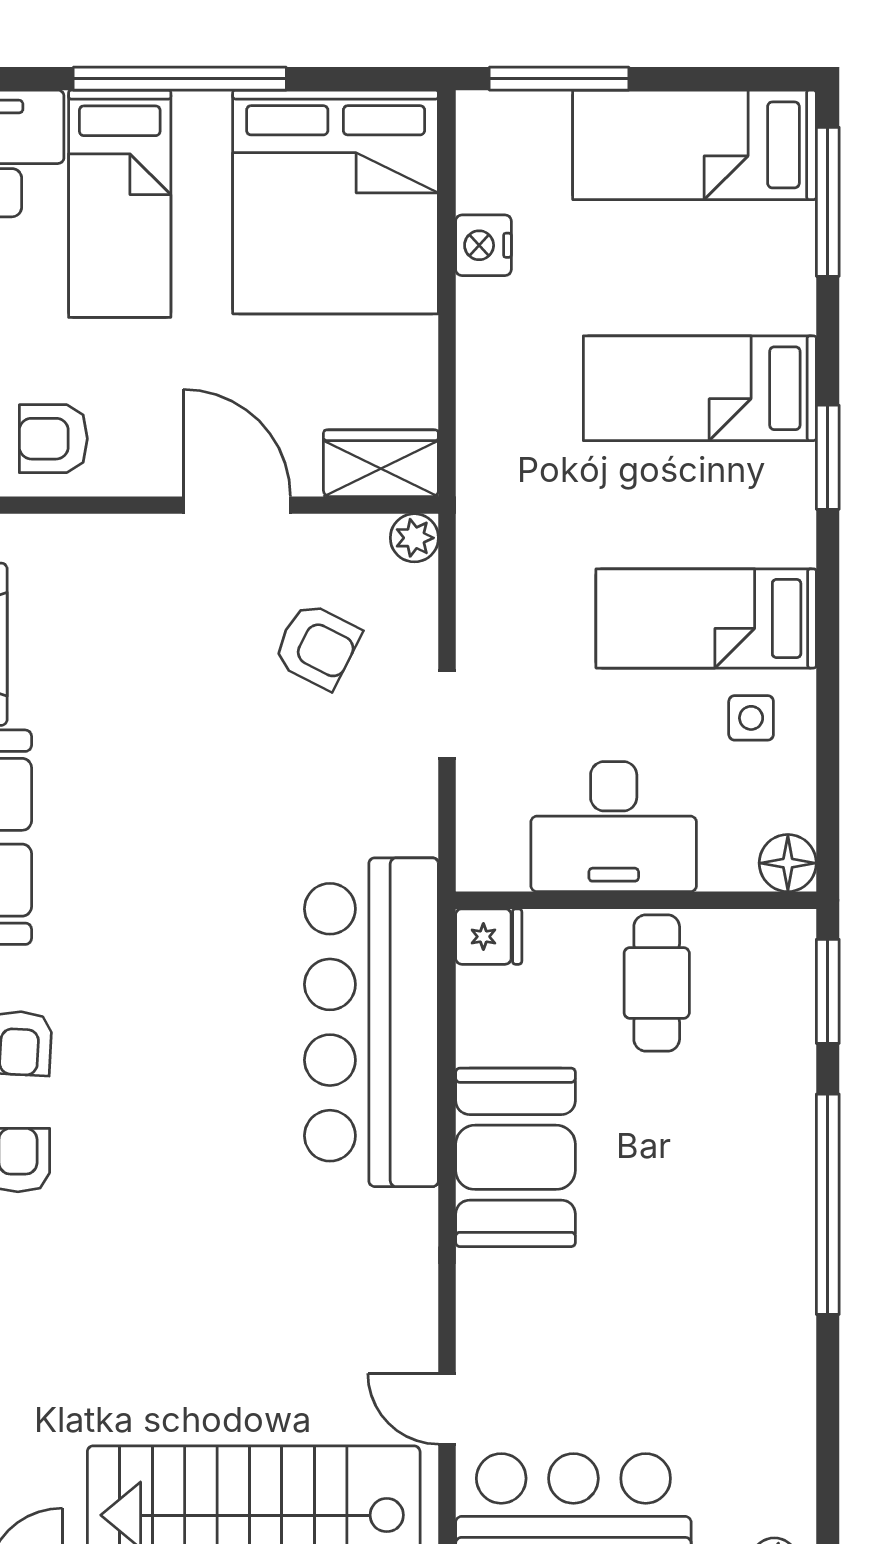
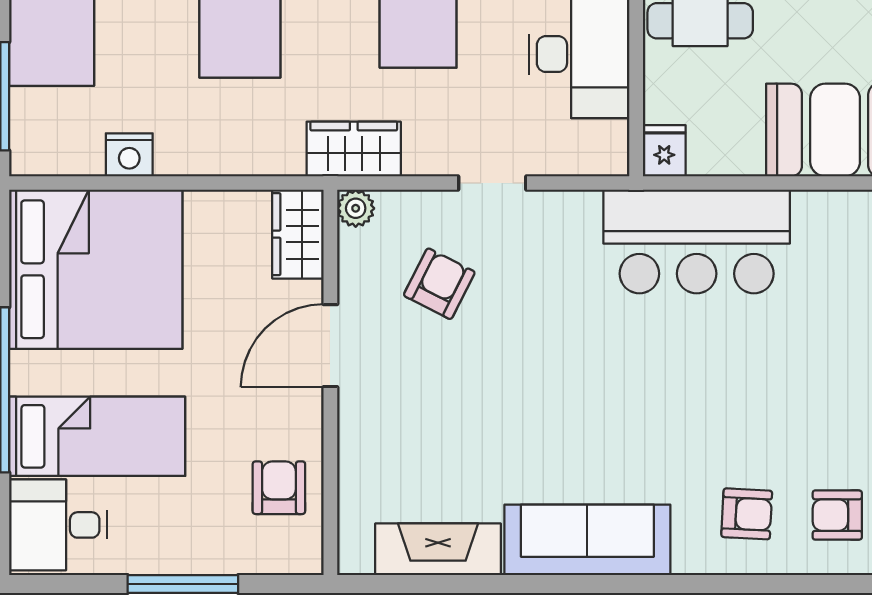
armchair: (53, 439) -> (279, 488), turned 180
wardrobe: (491, 535) -> (354, 149), added
bar counter: (371, 1022) -> (697, 241), width x0.73

